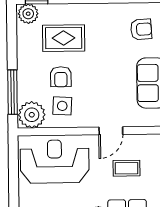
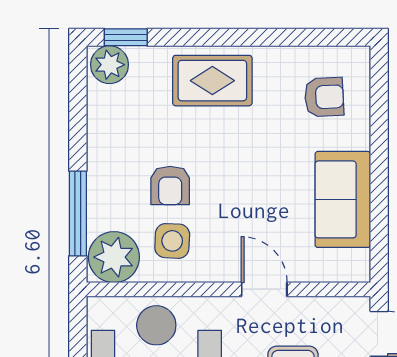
rug: (64, 38) -> (212, 81), moved
door: (111, 131) -> (264, 289), swing flipped

